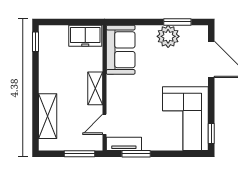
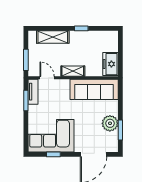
window: (35, 42) -> (81, 28), moved
sofa: (121, 50) -> (94, 89), width x1.36
window: (211, 133) -> (53, 154), moved

